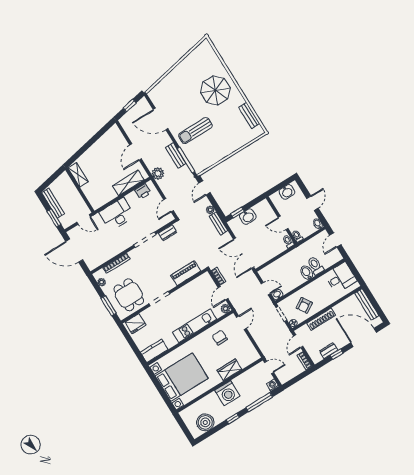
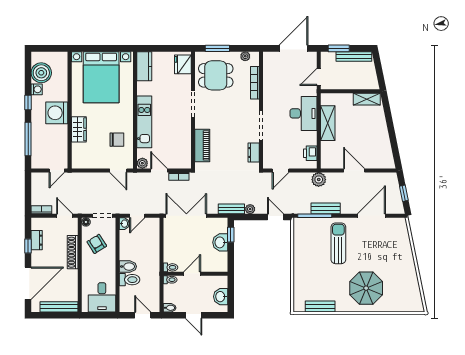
shelving: (128, 183) -> (328, 123), moved
door: (169, 205) -> (281, 170), swing flipped
washing machine: (273, 385) -> (37, 89), moved

